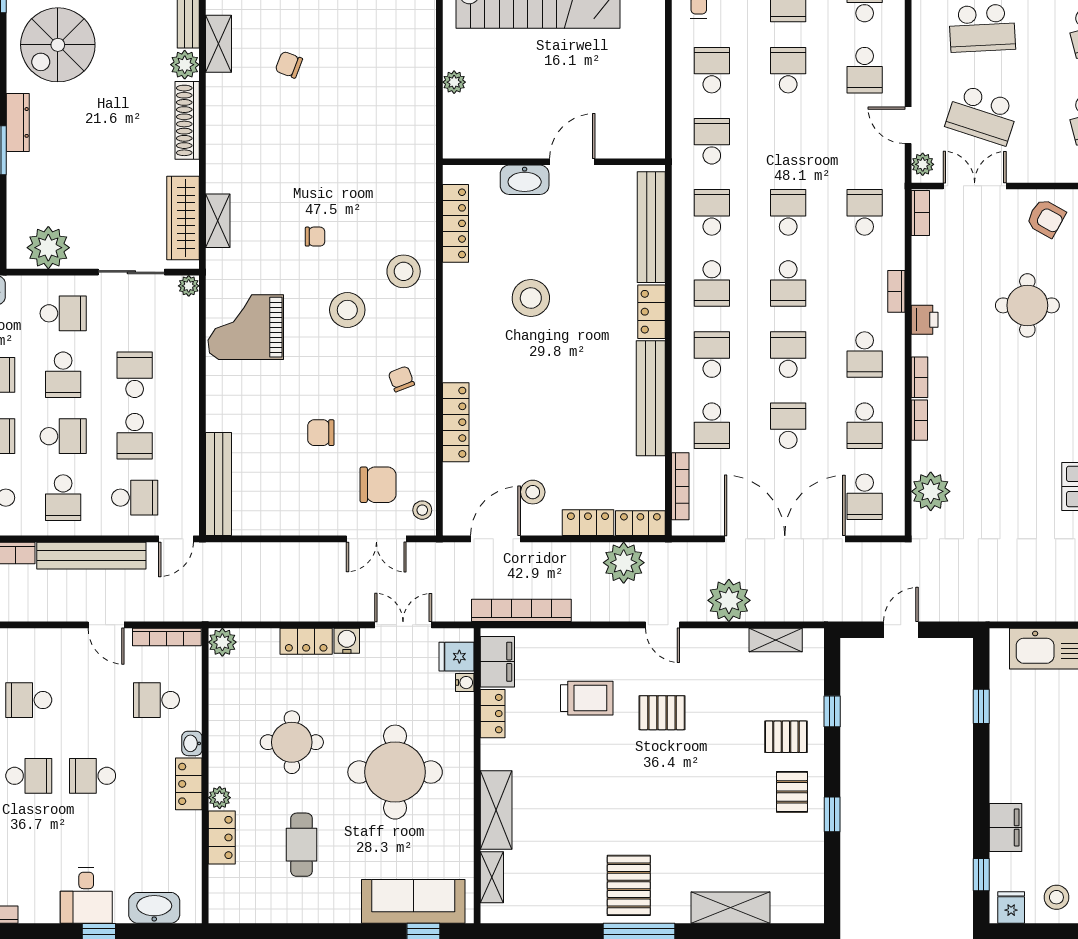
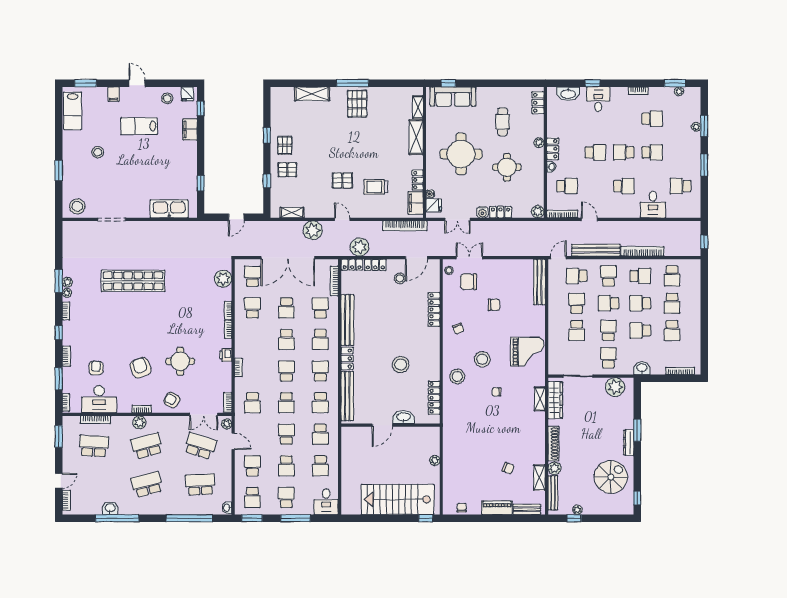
plant: (189, 286) -> (553, 370), removed
school desk: (63, 313) -> (608, 358), turned 90
school desk: (865, 355) -> (286, 434), moved
locker: (222, 837) -> (538, 103), moved

